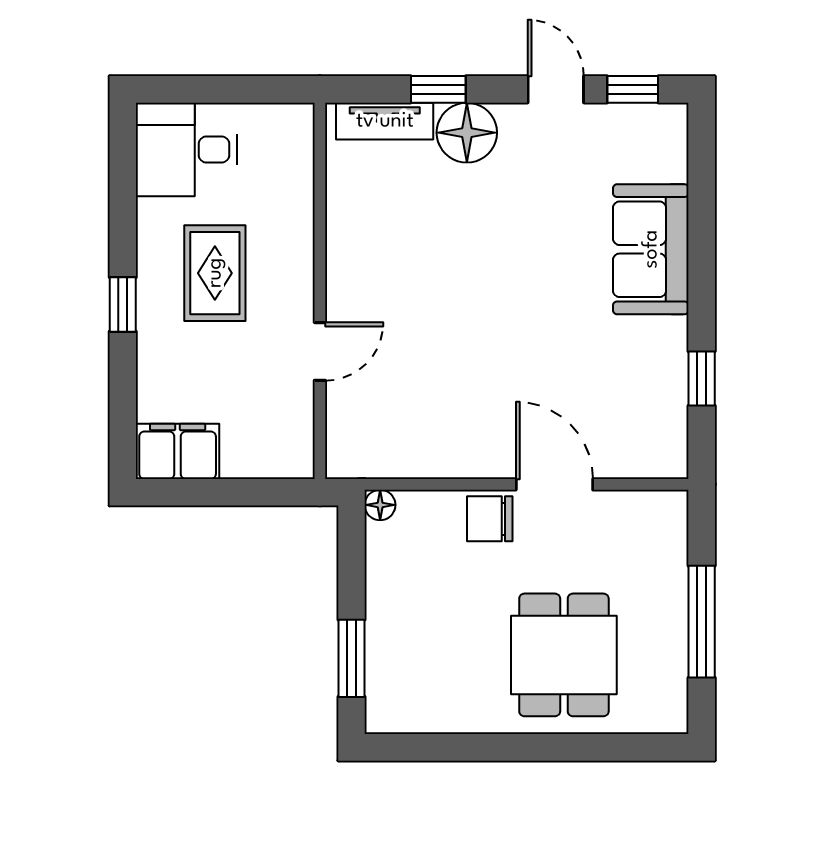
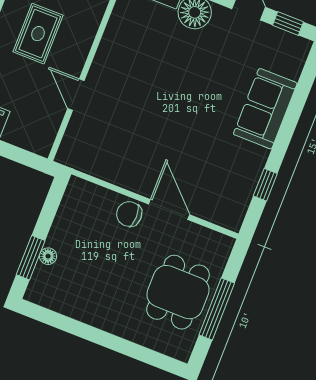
door: (320, 351) -> (76, 95), swing flipped
floor lamp: (380, 505) -> (48, 256), moved
dining table: (564, 655) -> (178, 292), moved

